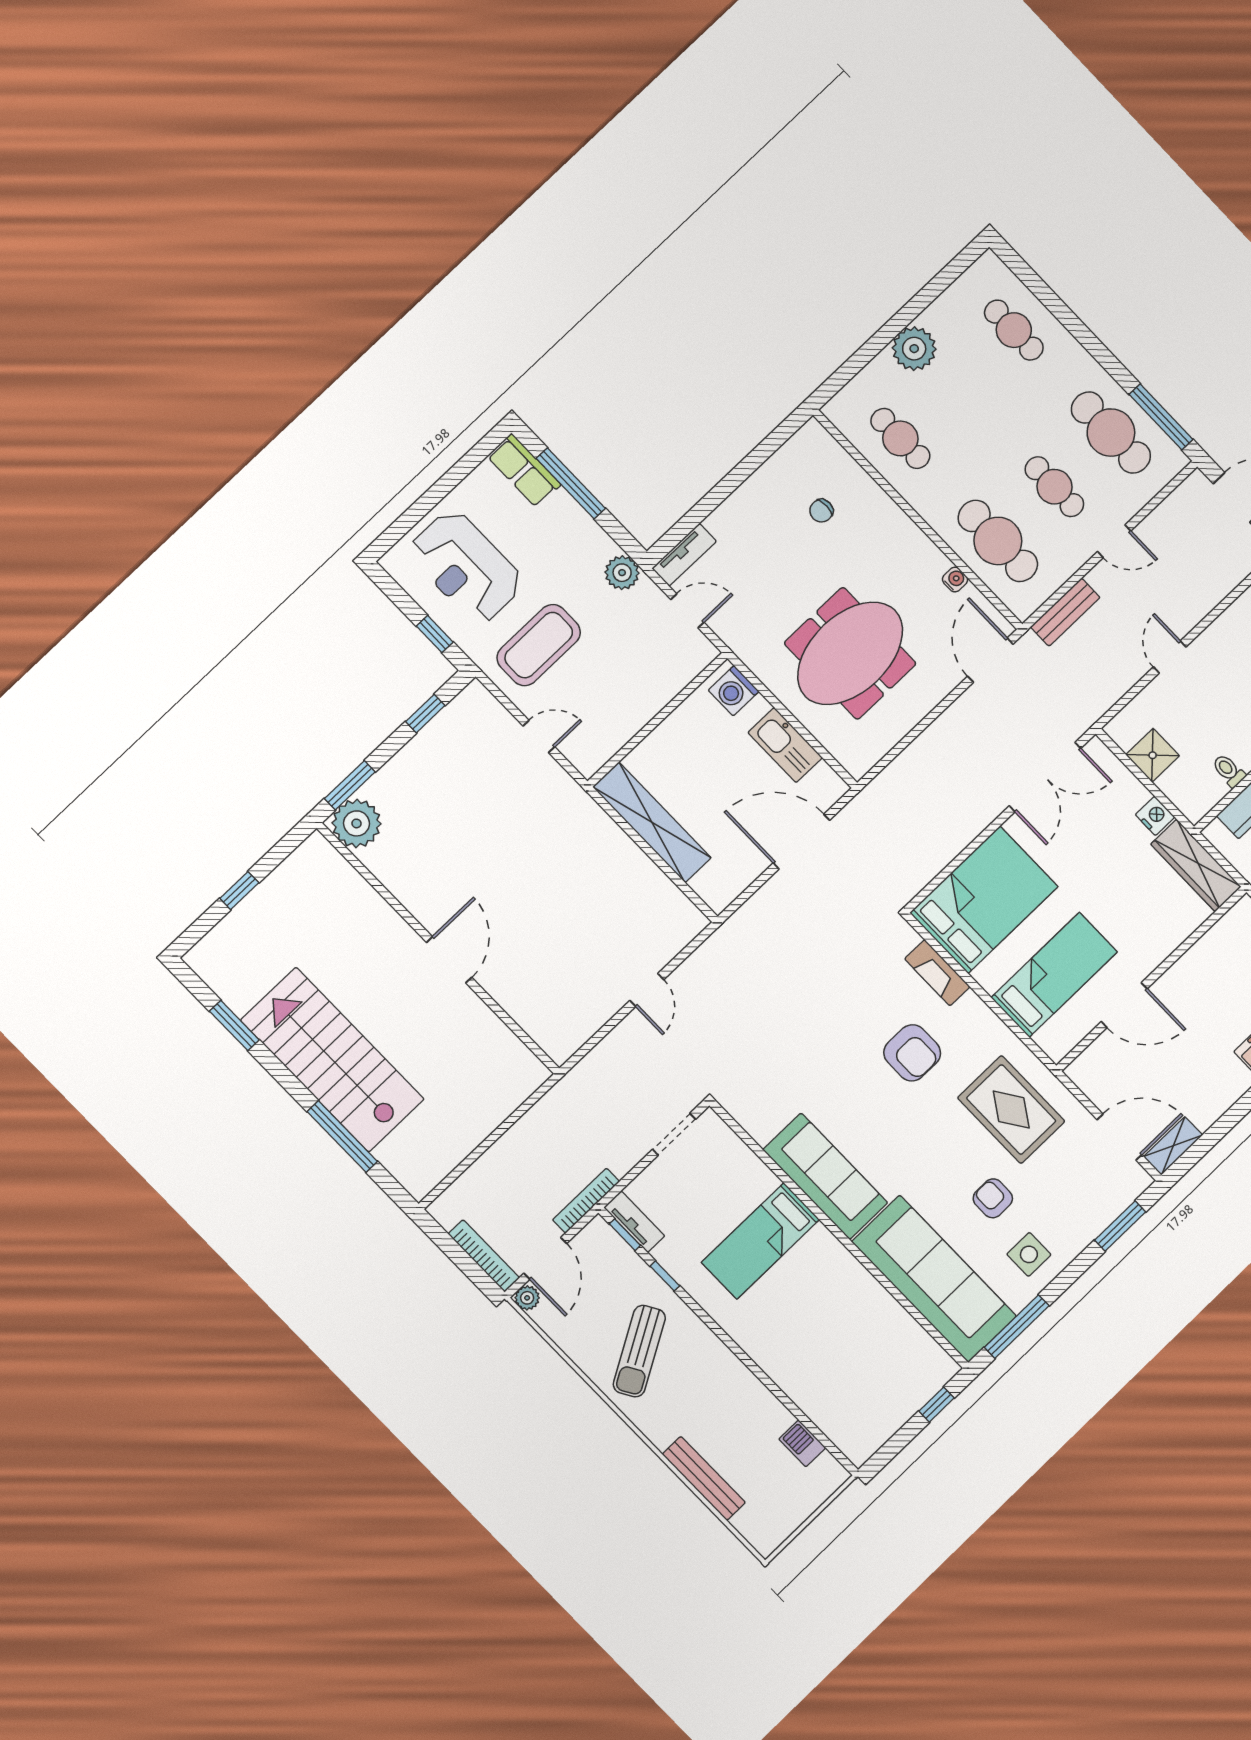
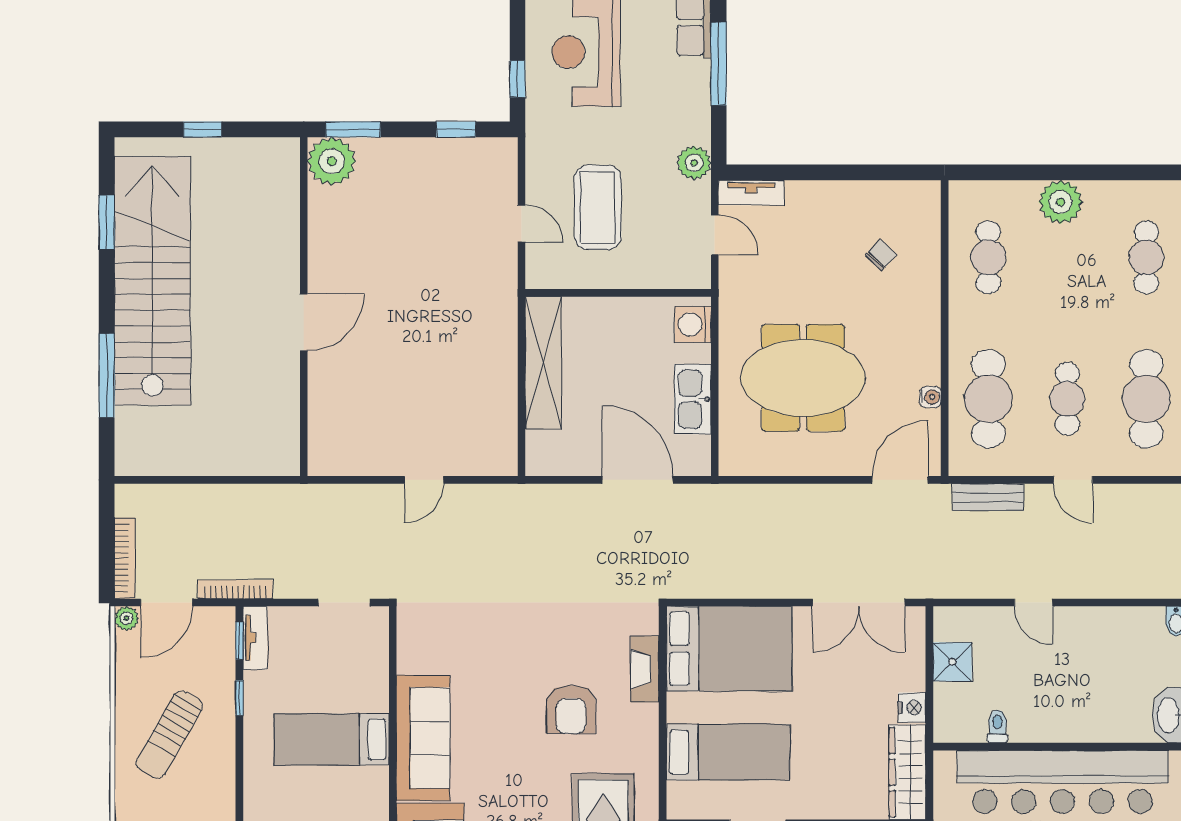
chair: (821, 511) -> (881, 255), turned 133
coffee table: (539, 645) -> (598, 207), moved, turned 90
door: (1170, 657) -> (1033, 603), swing flipped
stairs: (332, 1060) -> (152, 281), width x1.36
sun lounger: (639, 1351) -> (169, 734), turned -30

